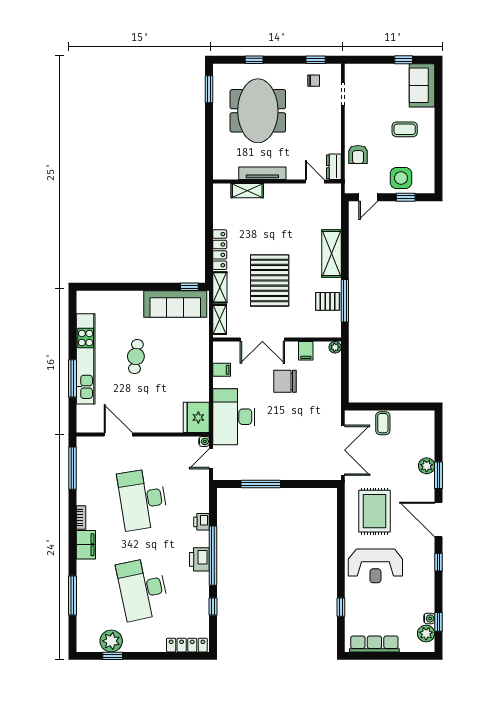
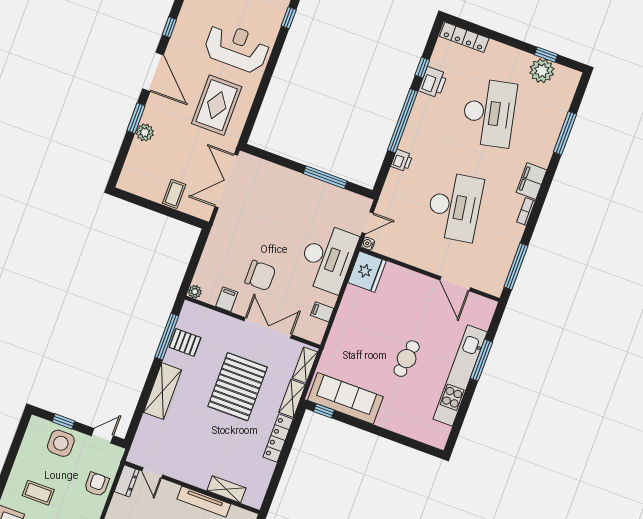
printer: (199, 559) -> (433, 82), moved

